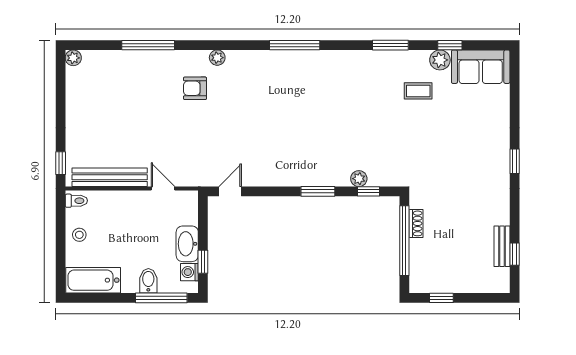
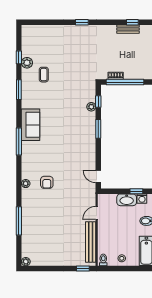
sofa: (481, 67) -> (31, 125), moved
armchair: (195, 88) -> (47, 182), moved

